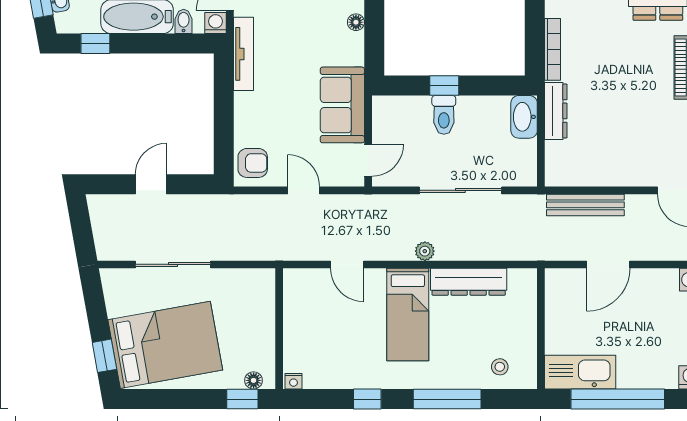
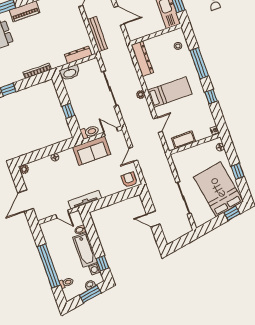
washing machine: (216, 23) -> (95, 269), moved
dresser: (556, 111) -> (78, 55), moved
toilet: (444, 115) -> (90, 132), moved
dresser: (469, 282) -> (142, 59), moved
cot: (296, 308) -> (184, 140), added
window: (242, 399) -> (238, 171), moved

